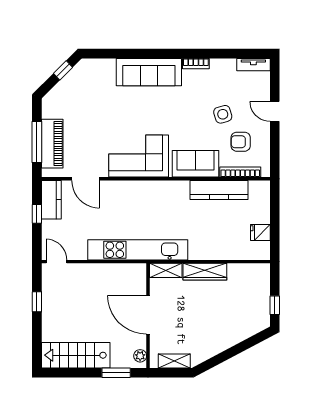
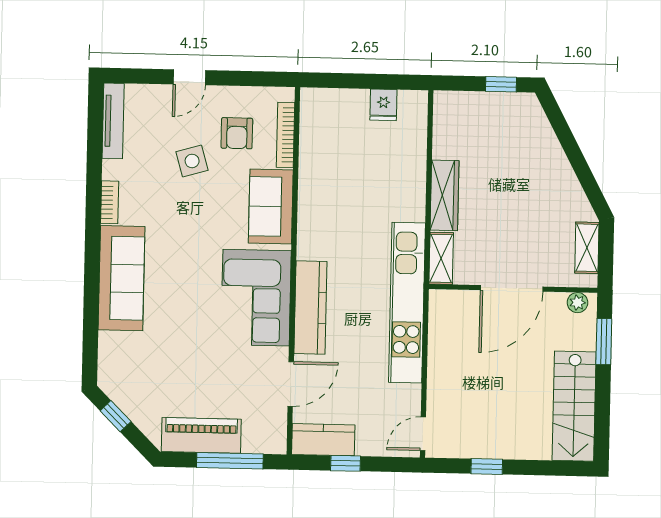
tv unit: (253, 65) -> (113, 121), width x1.41
piano: (52, 144) -> (201, 435), moved
kitchen counter: (219, 190) -> (310, 308), moved

